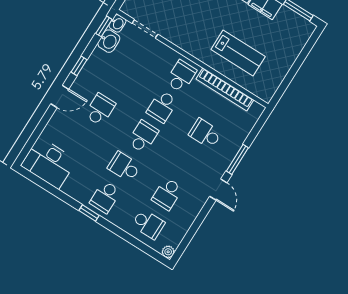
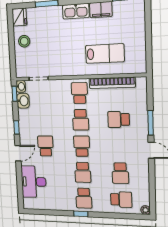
desk: (49, 163) -> (34, 182), moved, turned 90
school desk: (124, 167) -> (83, 172), turned -90

